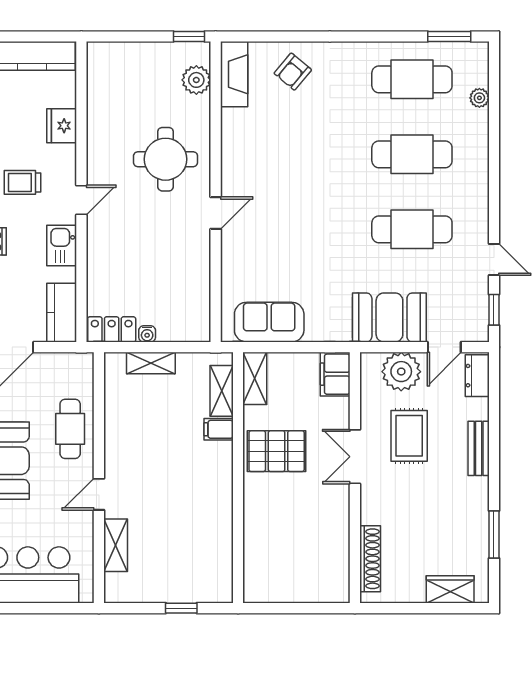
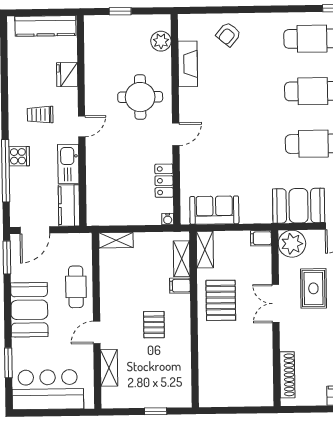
window: (189, 37) -> (120, 11), moved
fireplace: (234, 74) -> (188, 64), moved
kitchen sink: (62, 245) -> (68, 164), width x1.38
locker: (112, 329) -> (164, 181), moved, turned -90
water cooler: (147, 334) -> (168, 219), moved
shelving: (151, 363) -> (116, 240), moved
plant: (401, 372) -> (292, 244), moved
filing cabinet: (335, 374) -> (261, 238), width x0.50
pallet: (277, 451) -> (221, 300), turned 90
pallet: (181, 484) -> (154, 325), added

